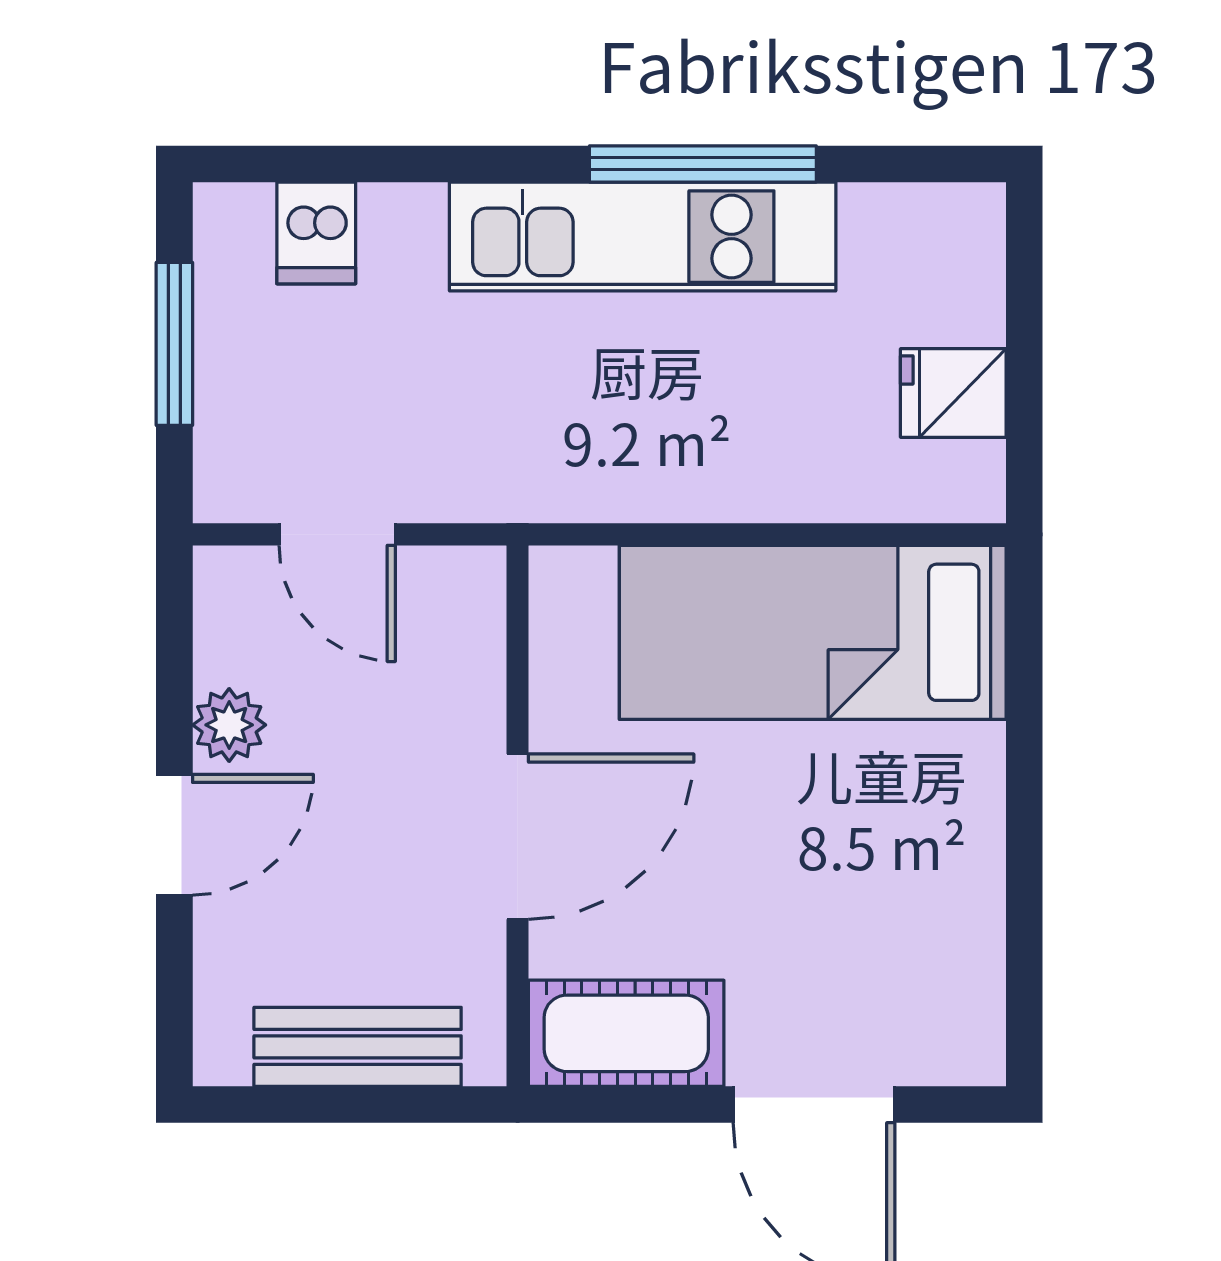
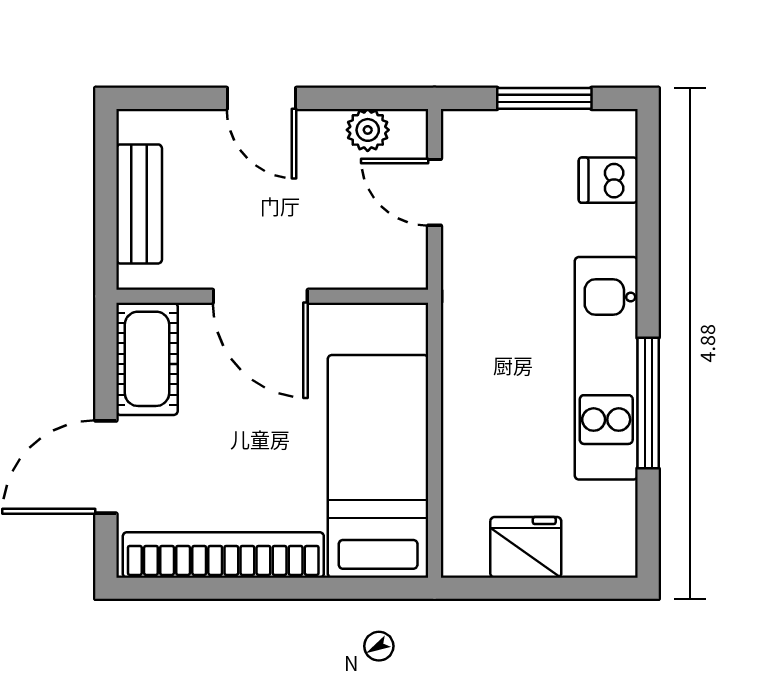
fridge: (953, 393) -> (526, 547), width x1.38
door: (337, 534) -> (435, 192), hinge flipped
plant: (229, 725) -> (368, 130), moved
bookcase: (966, 901) -> (223, 555), added

